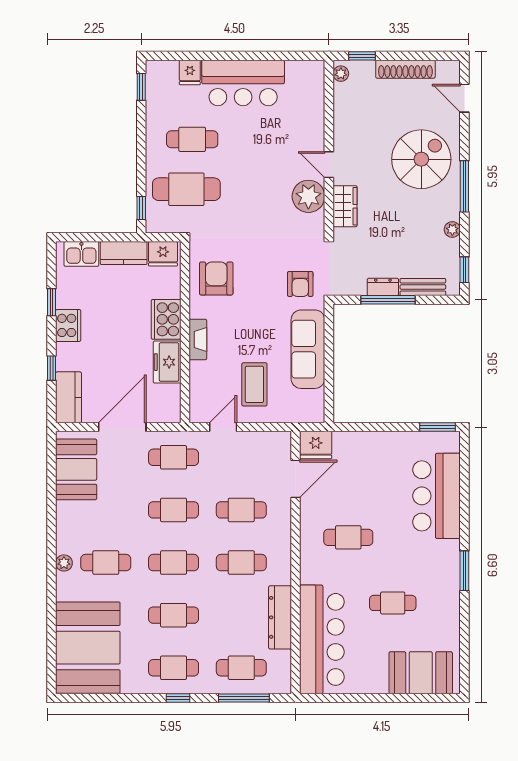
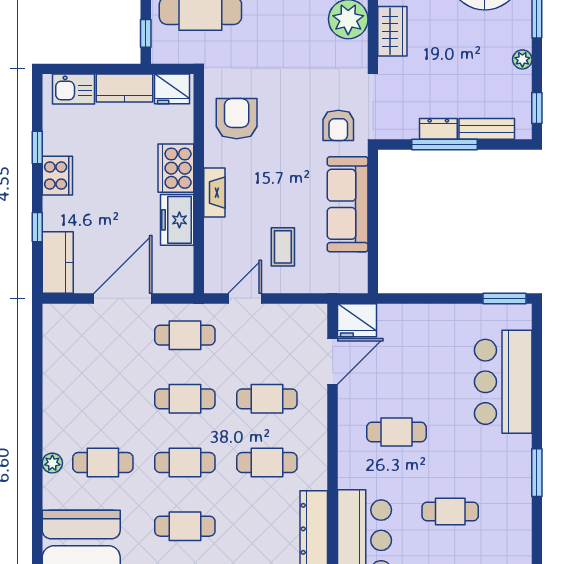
coffee table: (254, 384) -> (283, 247), width x0.73, depth x0.77
booth: (76, 469) -> (67, 350), removed

